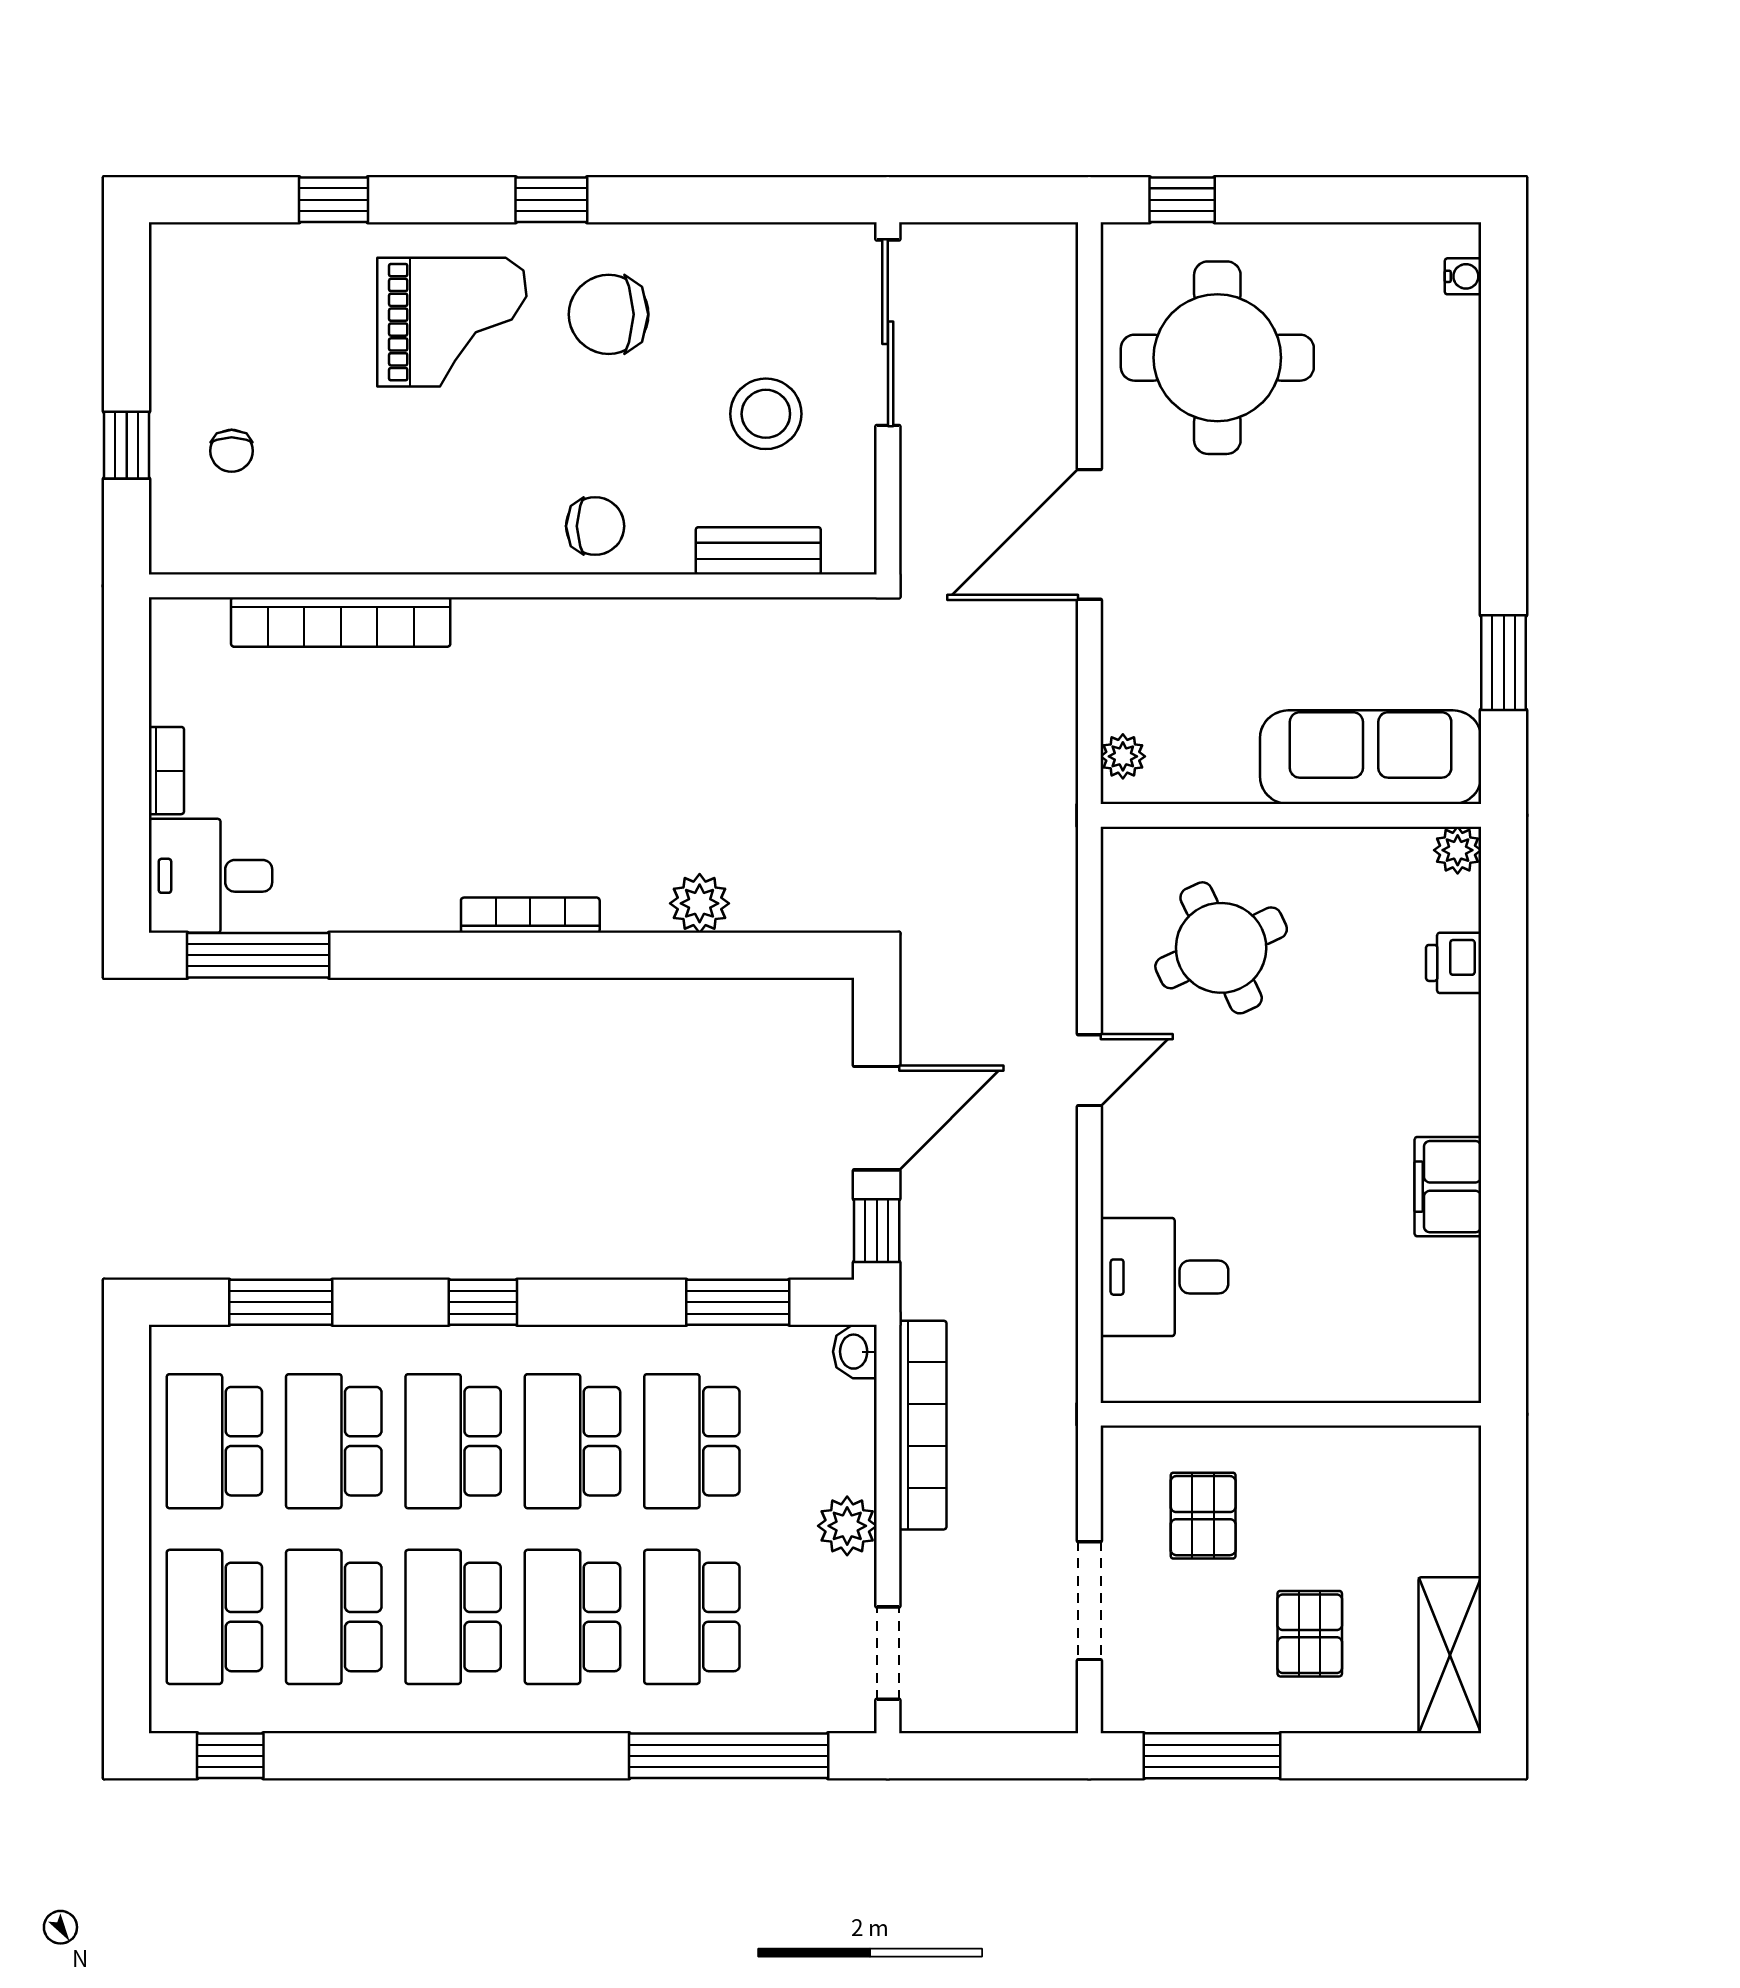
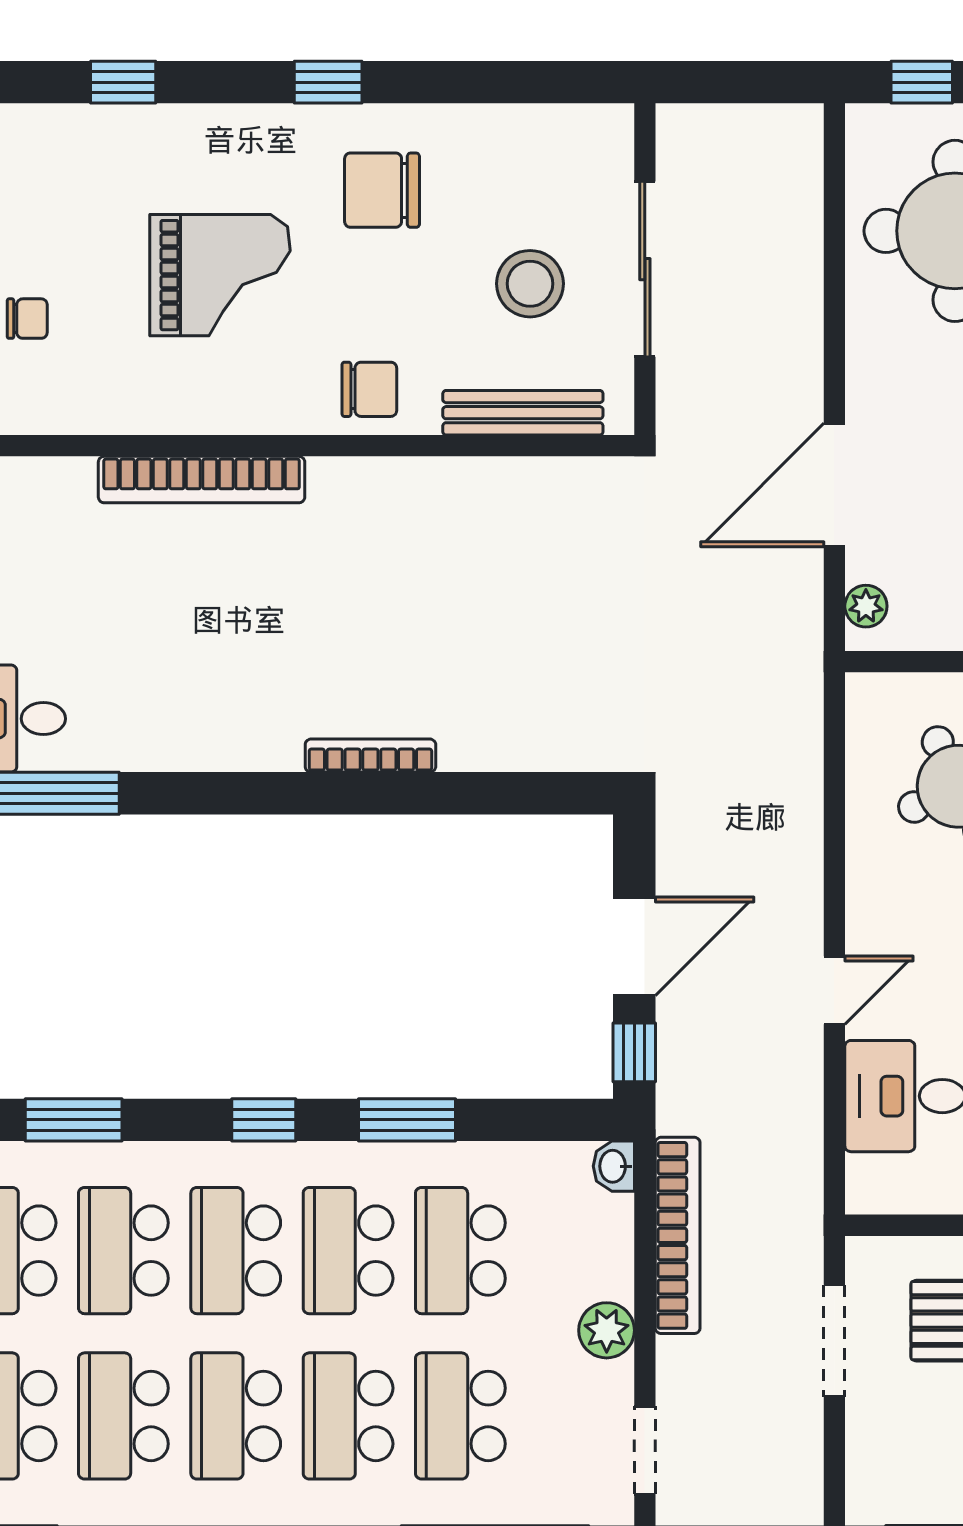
grand piano: (452, 322) -> (220, 275), moved
sliding door: (888, 333) -> (645, 269), moved
chair: (232, 451) -> (27, 319), turned -90
door: (1089, 534) -> (834, 485), moved
bench: (758, 551) -> (523, 413), width x1.36
bookcase: (341, 622) -> (202, 480), moved
plant: (700, 903) -> (468, 744), removed
bookcase: (530, 915) -> (370, 756), moved
door: (1089, 1070) -> (834, 990), moved
window: (738, 1302) -> (407, 1120), moved
doorway: (1089, 1601) -> (834, 1341), moved

